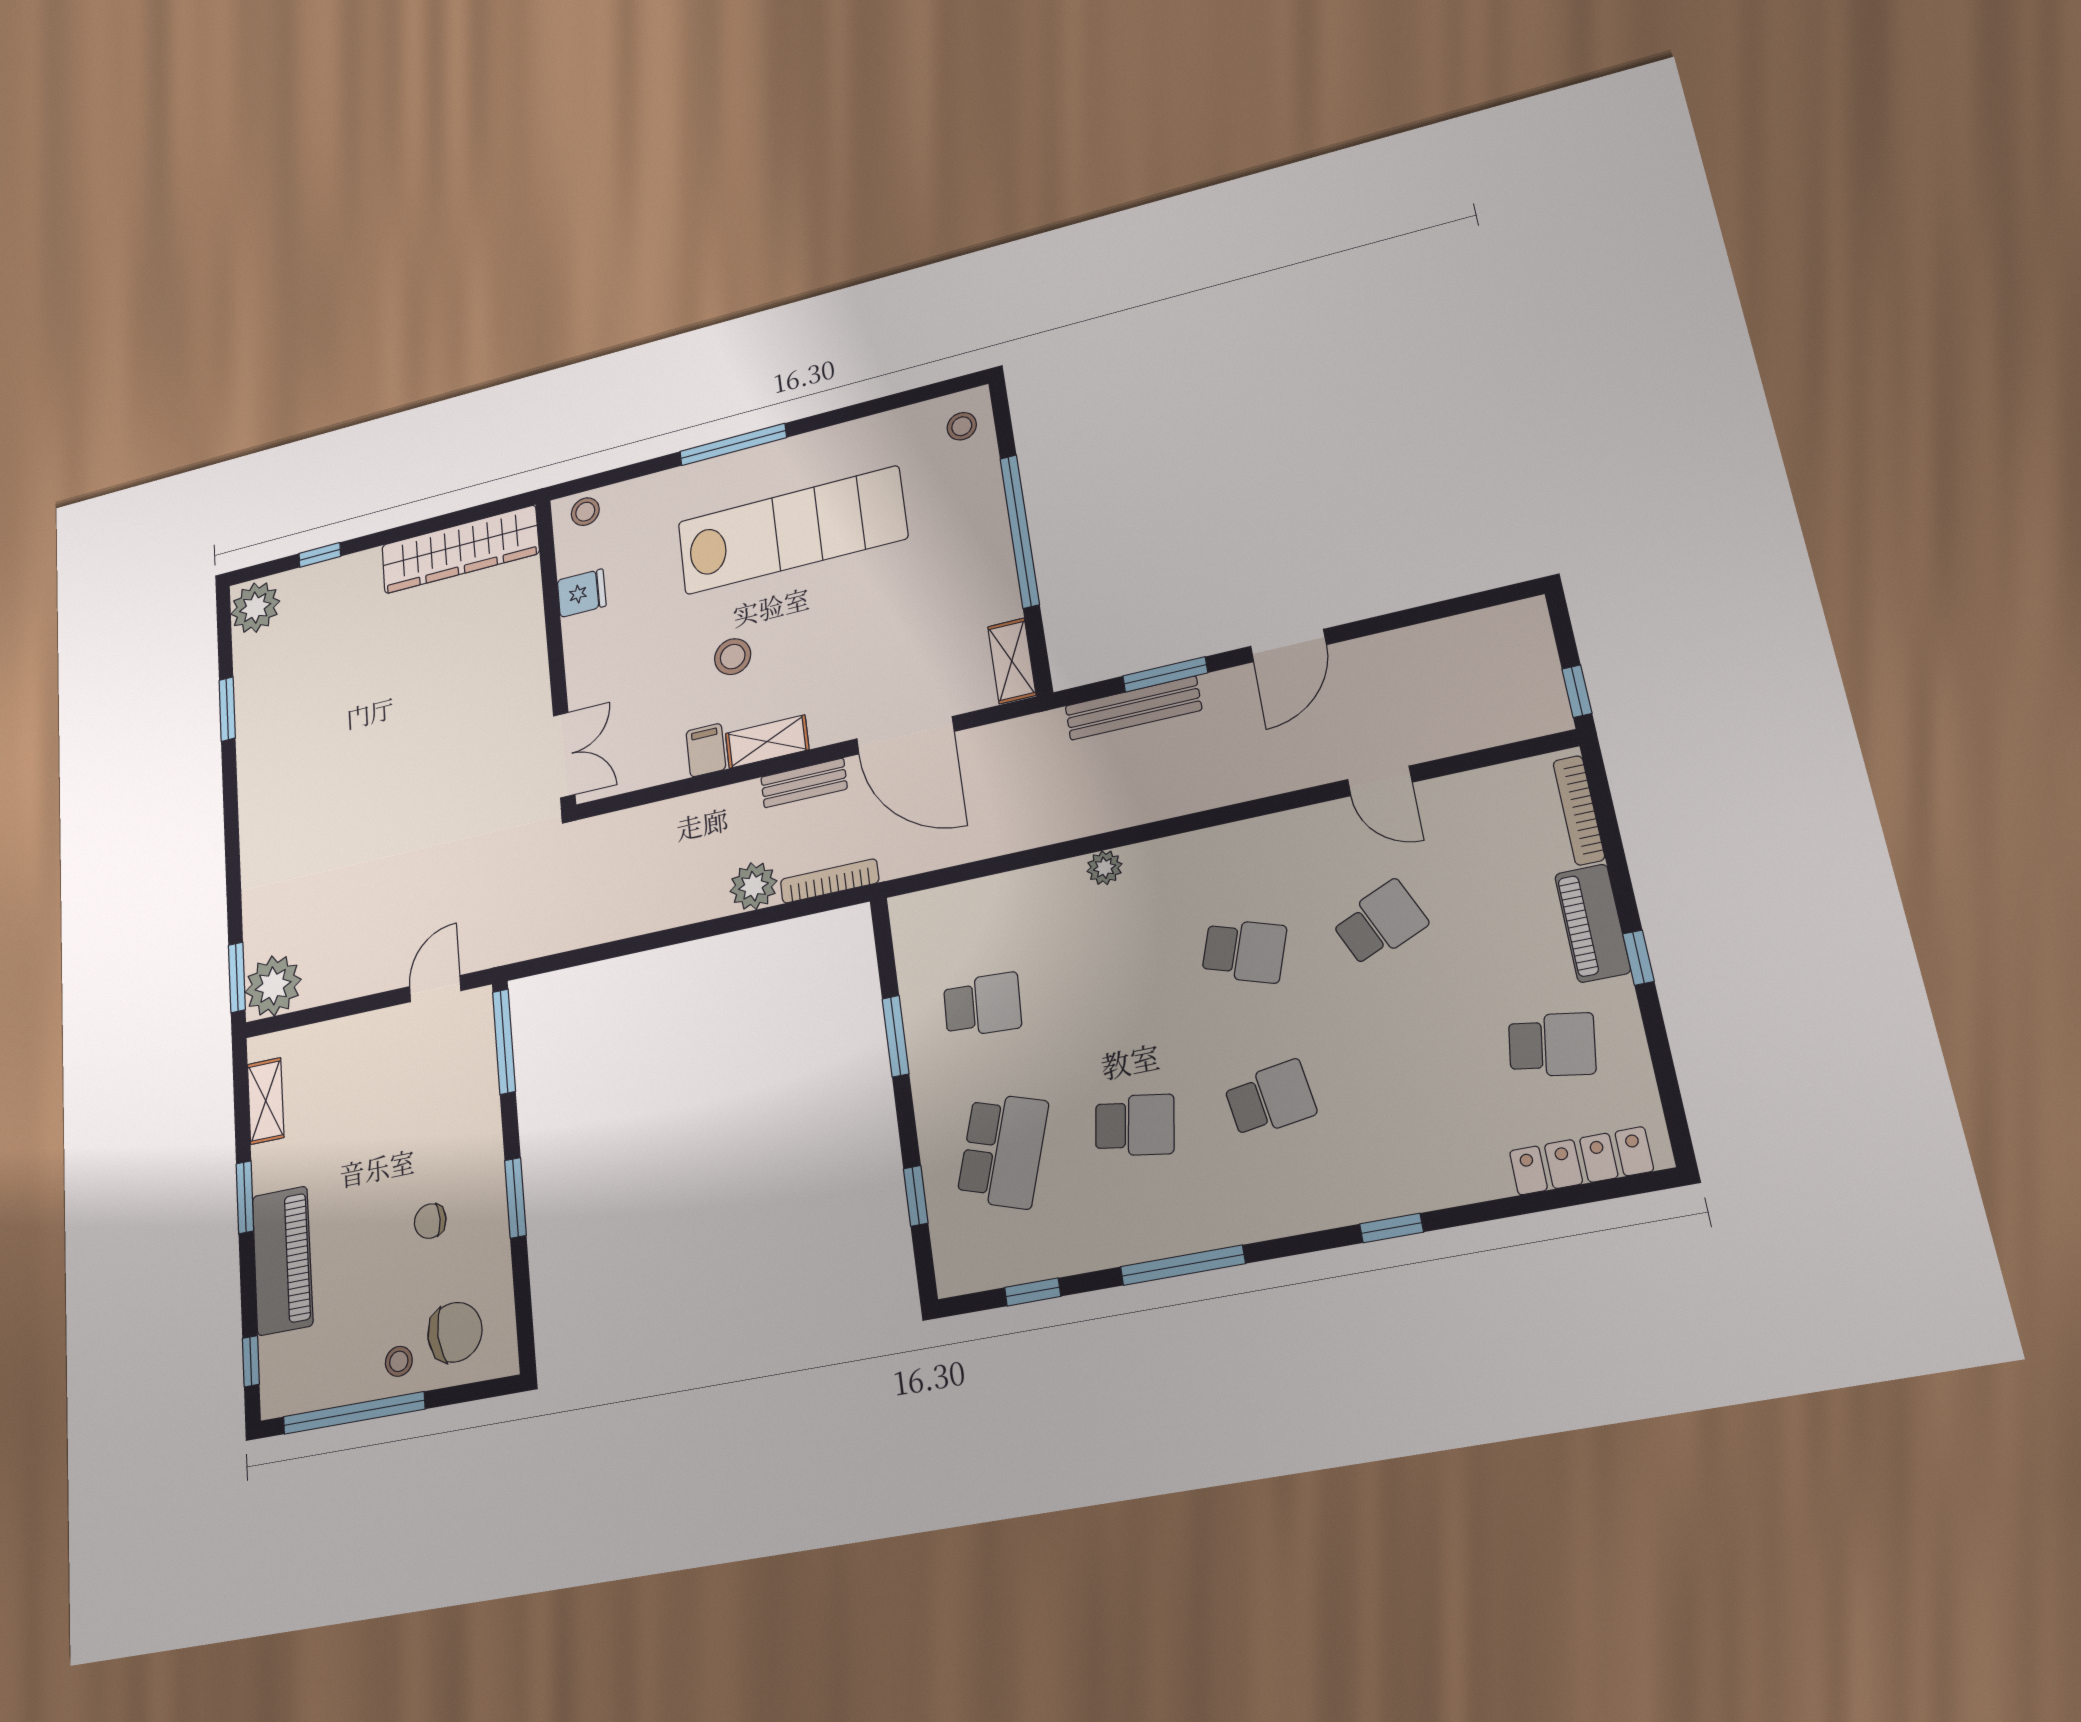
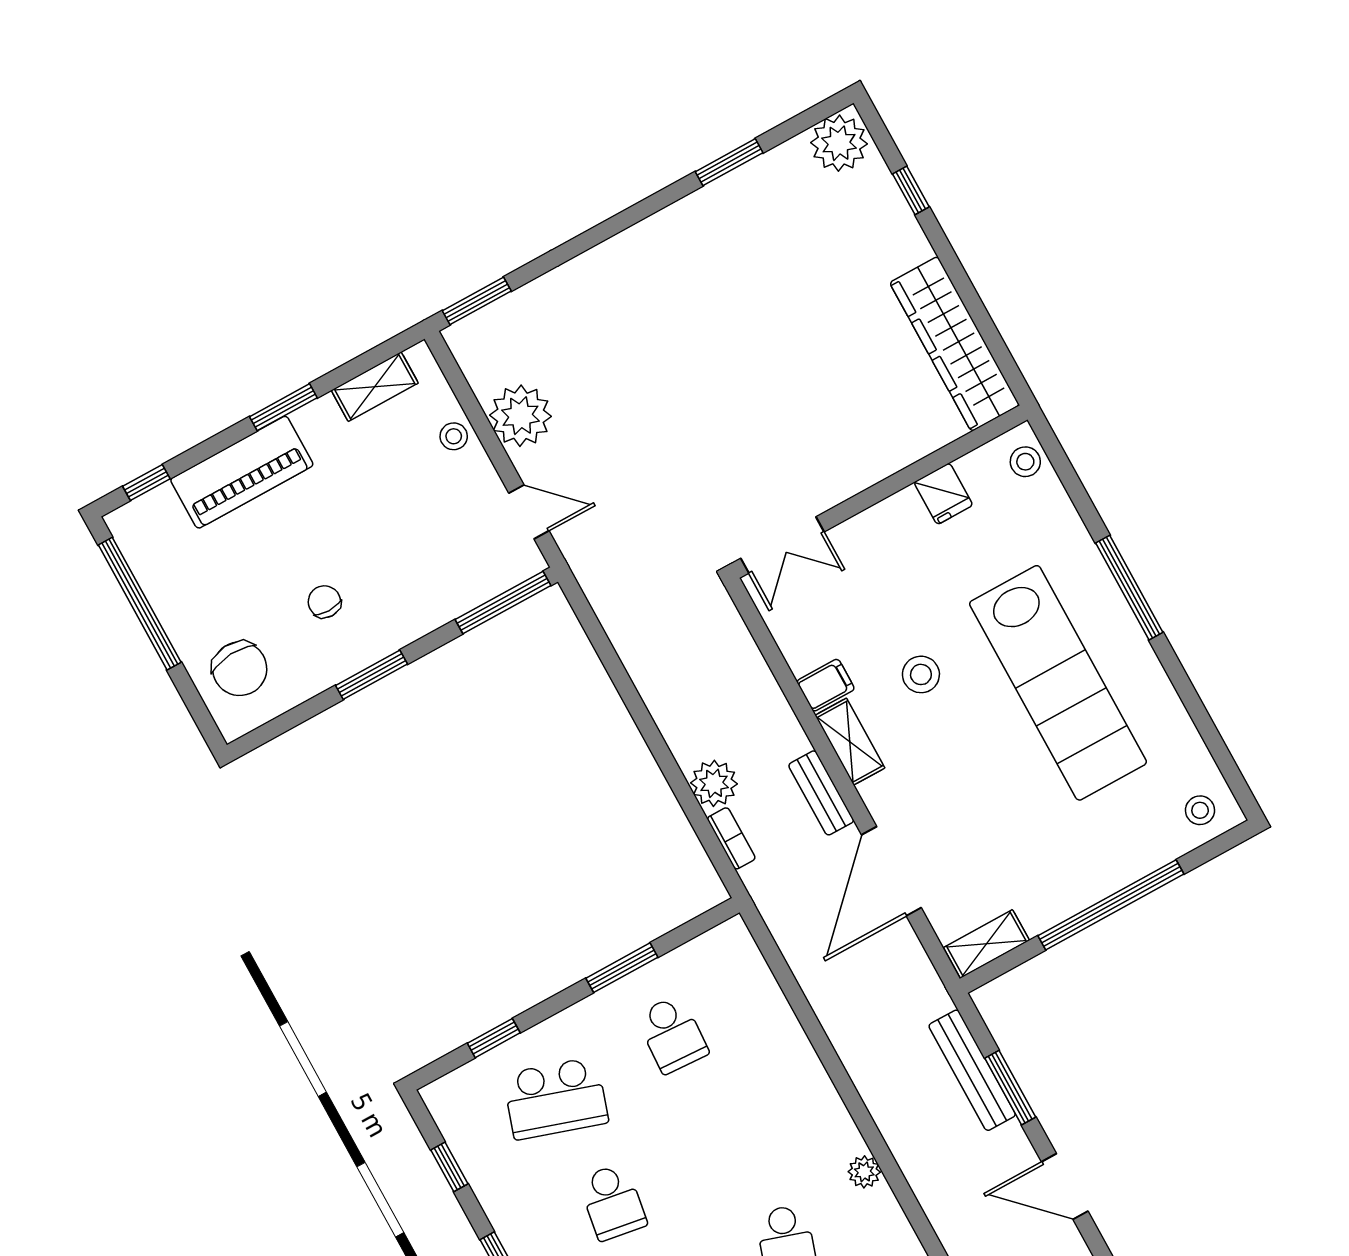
plant: (1104, 868) -> (864, 1172), moved
bookcase: (830, 881) -> (731, 838), width x0.64
plant: (273, 986) -> (520, 416), moved
stool: (399, 1361) -> (454, 436), moved

